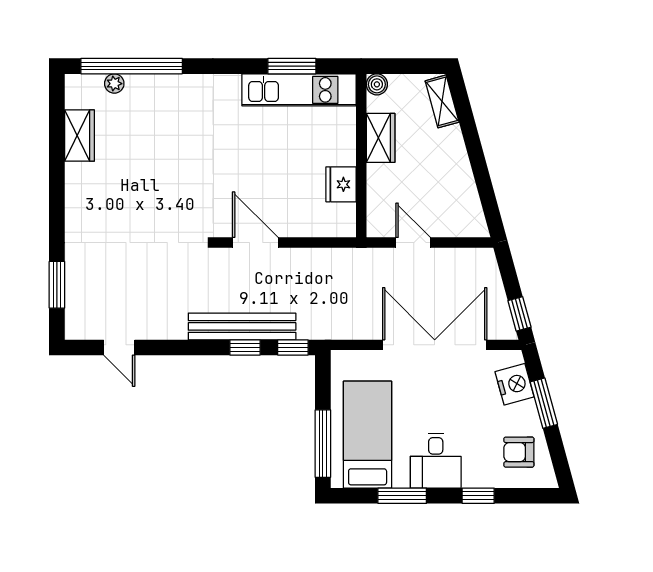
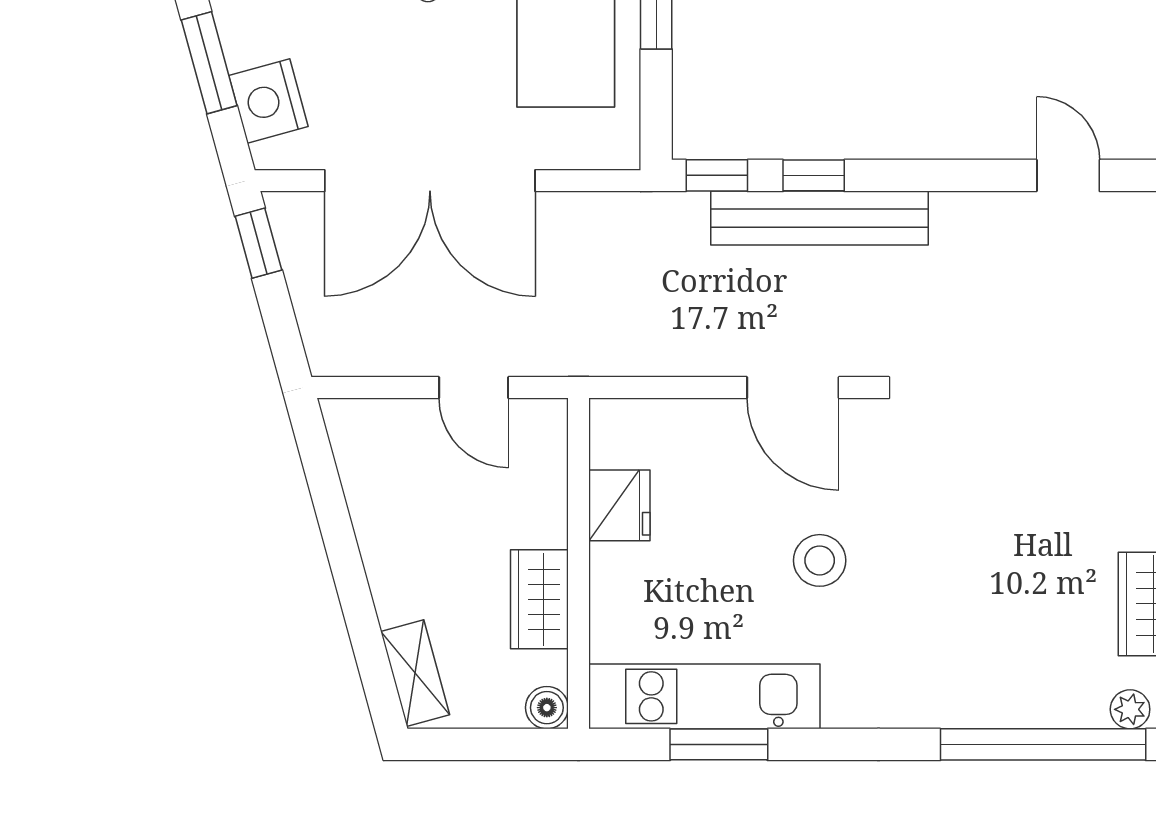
plant: (114, 84) -> (1130, 709), moved
stool: (242, 157) -> (820, 560), added

